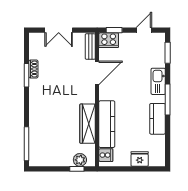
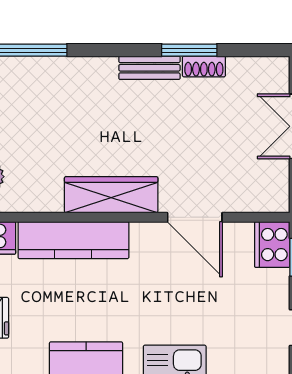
bench: (90, 46) -> (149, 68), moved
wardrobe: (88, 124) -> (111, 195), moved

